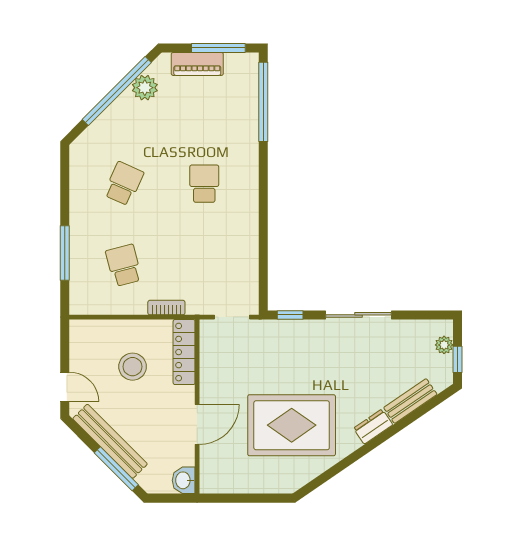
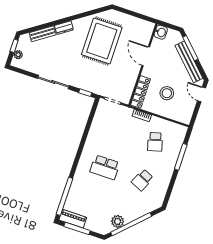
piano: (197, 64) -> (73, 219), moved
school desk: (204, 184) -> (105, 167), width x1.85
door: (197, 424) -> (146, 56), hinge flipped
rug: (292, 425) -> (102, 41), turned 90

